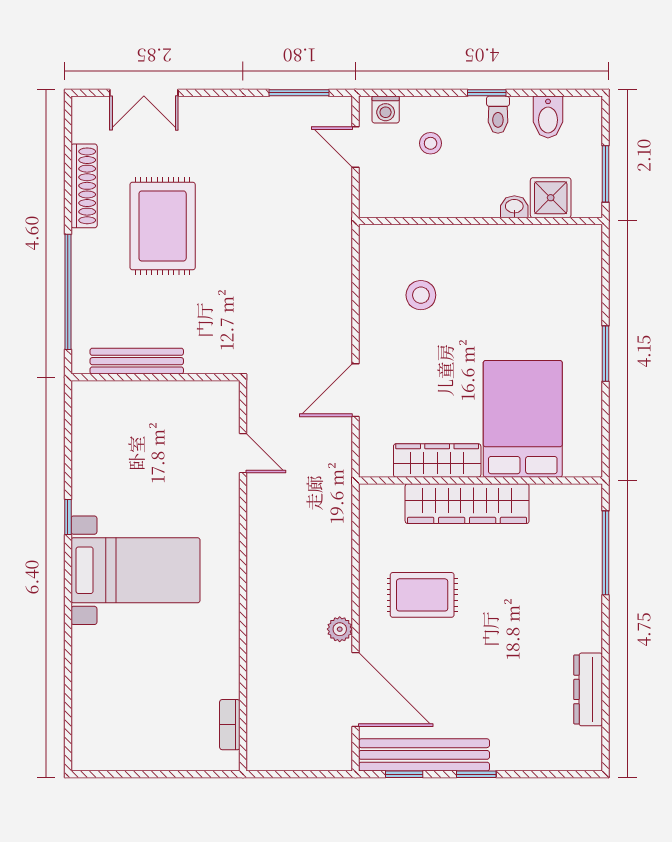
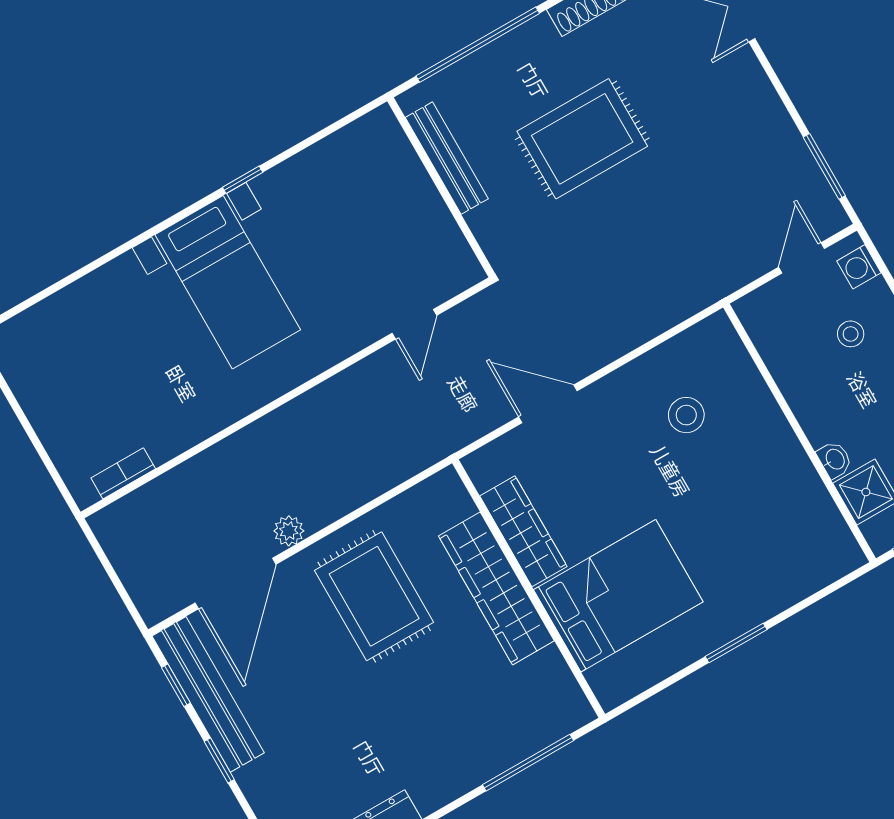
rug: (163, 226) -> (582, 139), moved
rug: (422, 595) -> (374, 596), width x1.36, depth x1.43

